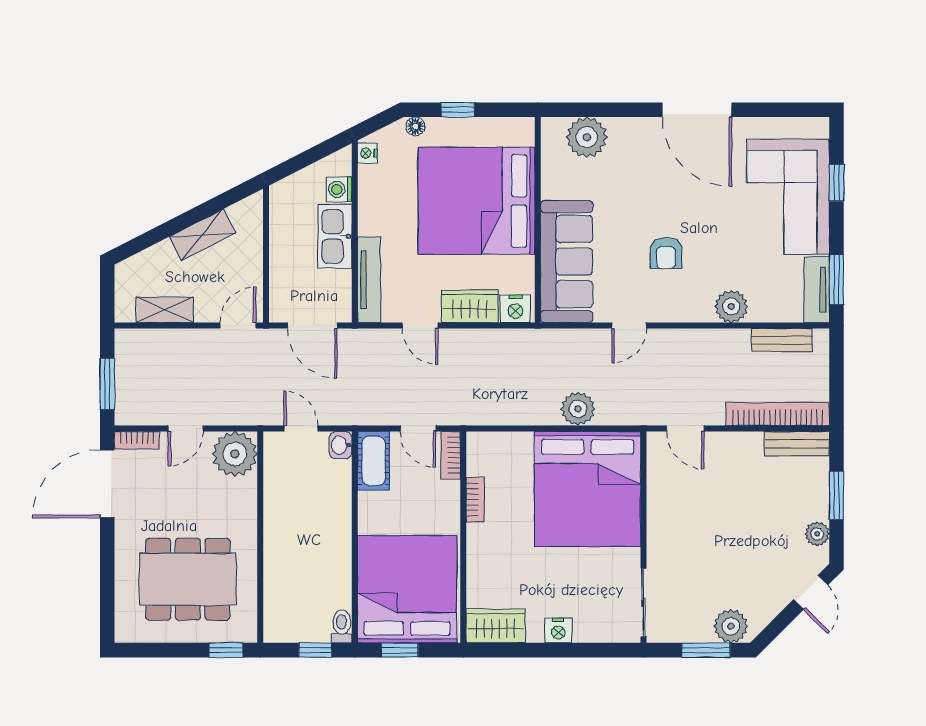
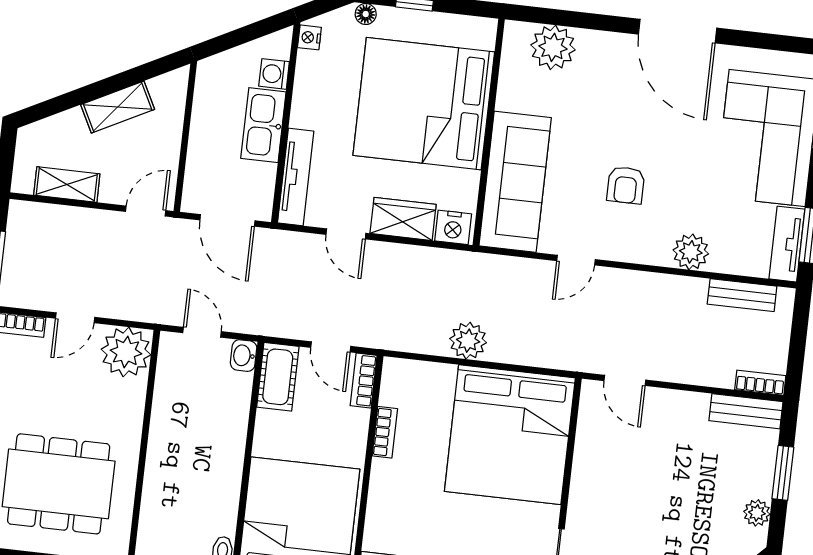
plant: (578, 409) -> (468, 341), moved
bookcase: (778, 414) -> (760, 383), width x0.43, depth x0.76

